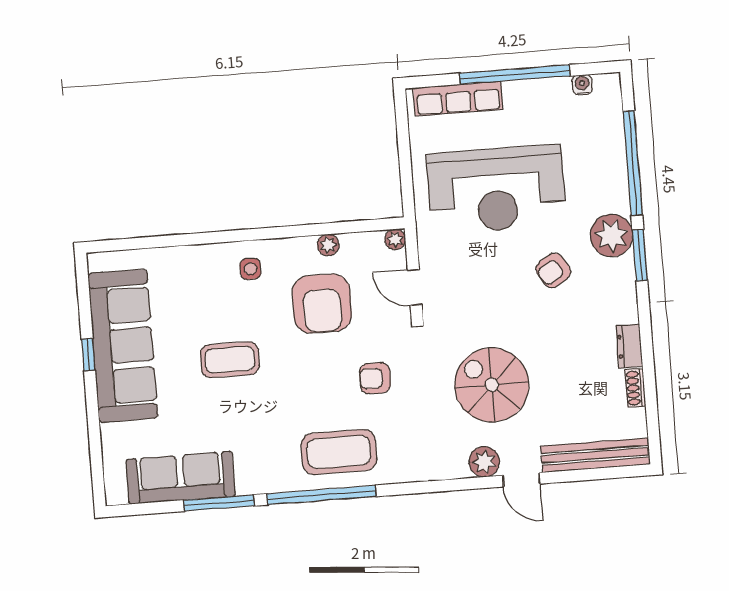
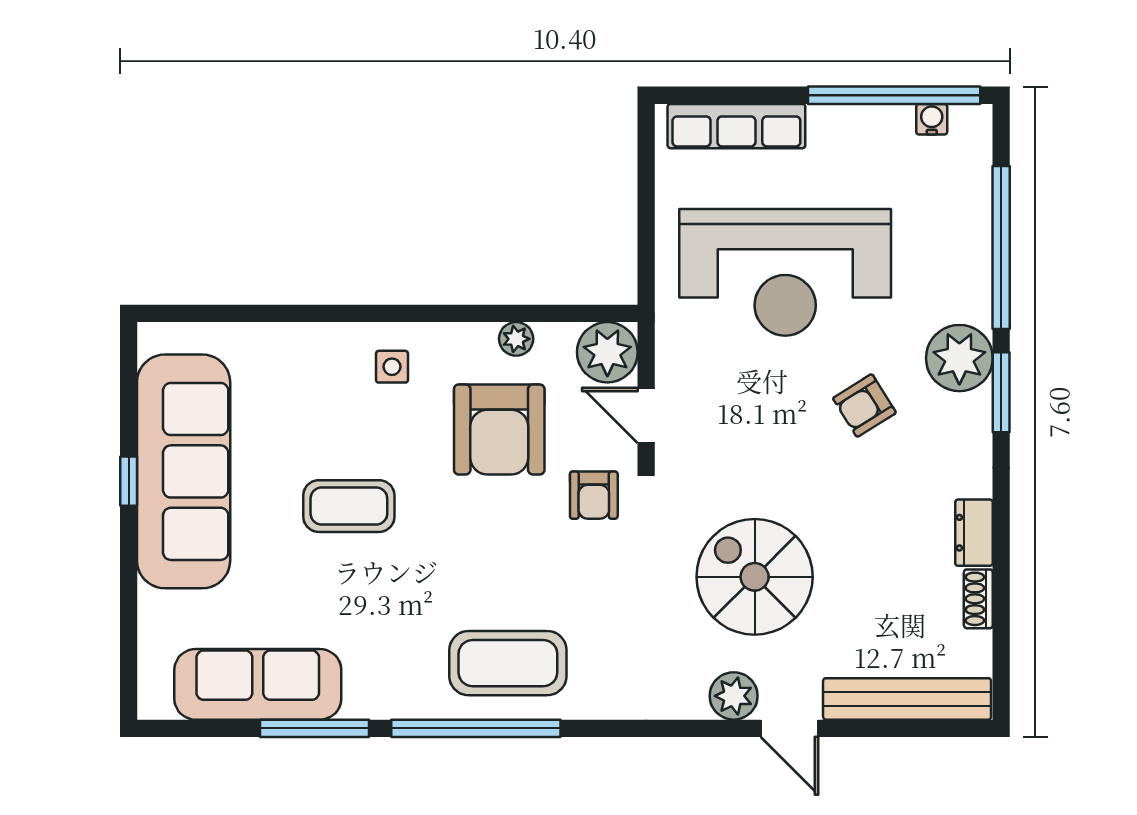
window: (515, 75) -> (894, 95), moved
plant: (395, 239) -> (607, 352), width x1.88, depth x1.88
armchair: (375, 378) -> (594, 495), moved, turned -90

